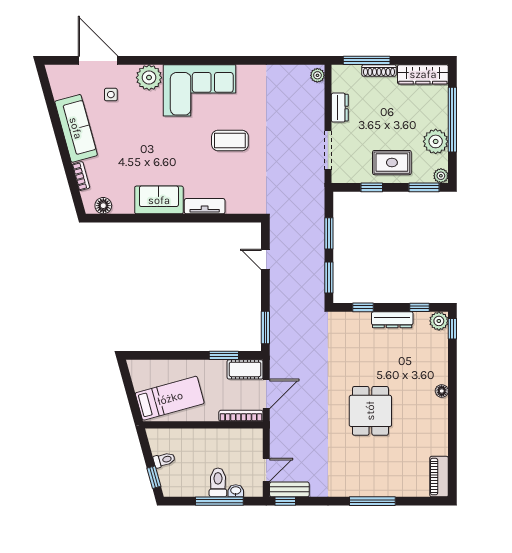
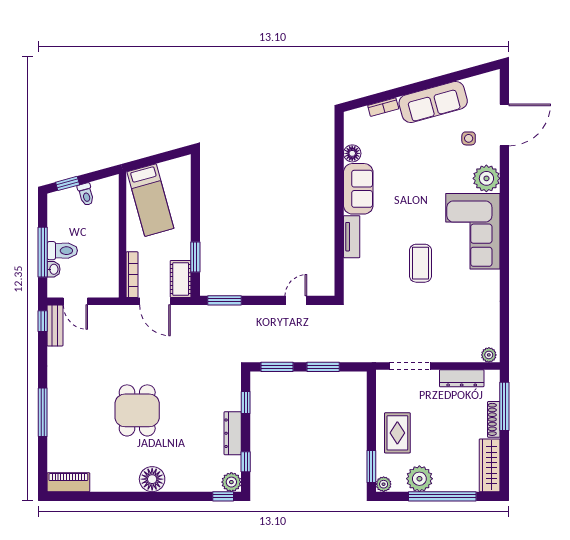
dresser: (340, 108) -> (462, 378), width x1.44
window: (372, 187) -> (371, 412), removed
floor lamp: (103, 206) -> (352, 153), moved
floor lamp: (442, 391) -> (152, 479), width x1.89, depth x1.89
dining table: (370, 411) -> (137, 410), turned 90

